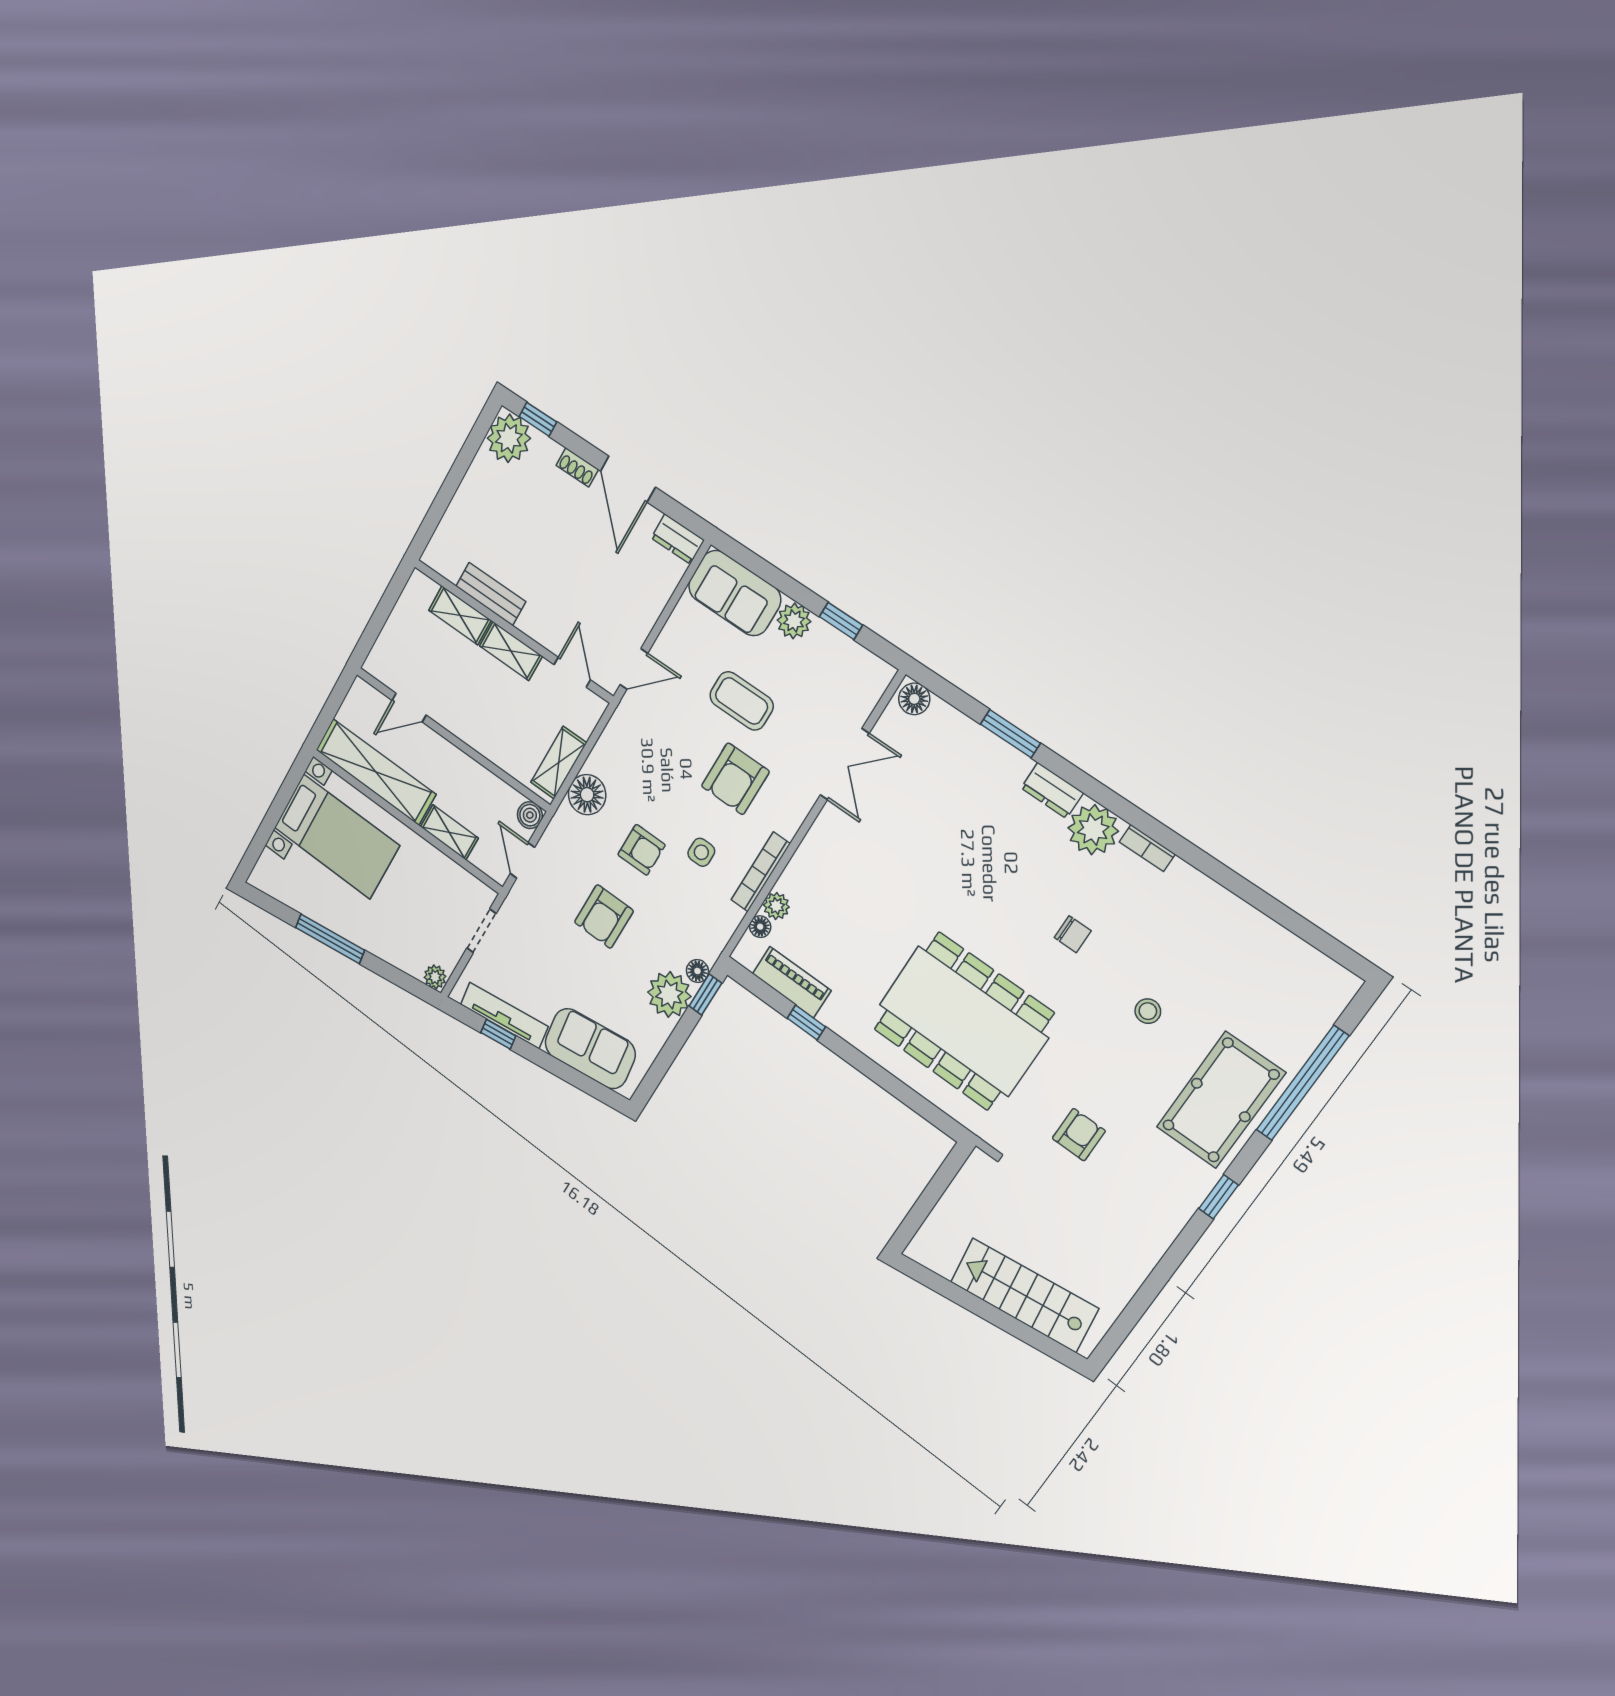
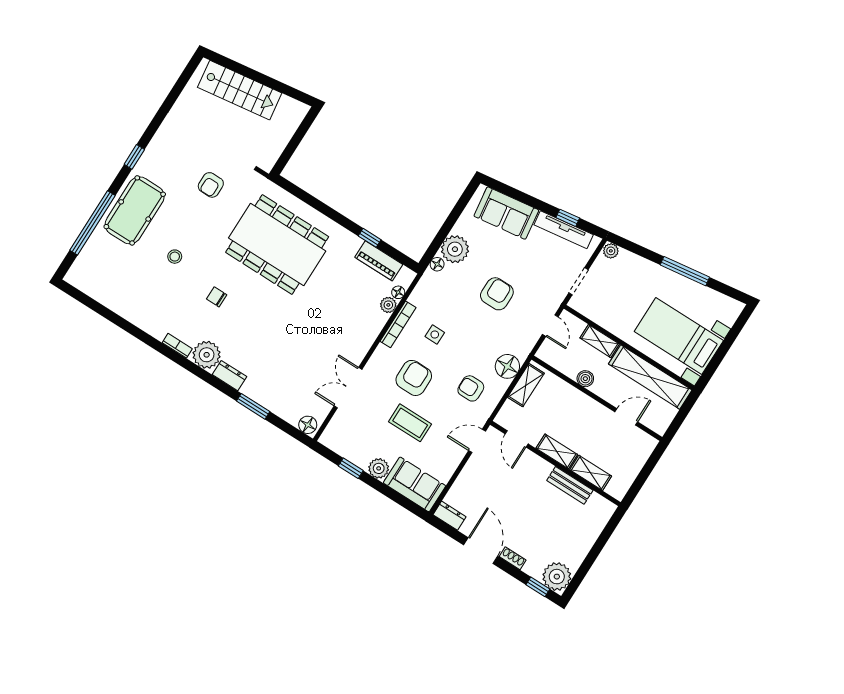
boiler: (530, 815) -> (585, 379), moved
armchair: (641, 850) -> (471, 388), moved
window: (705, 994) -> (432, 251), removed

